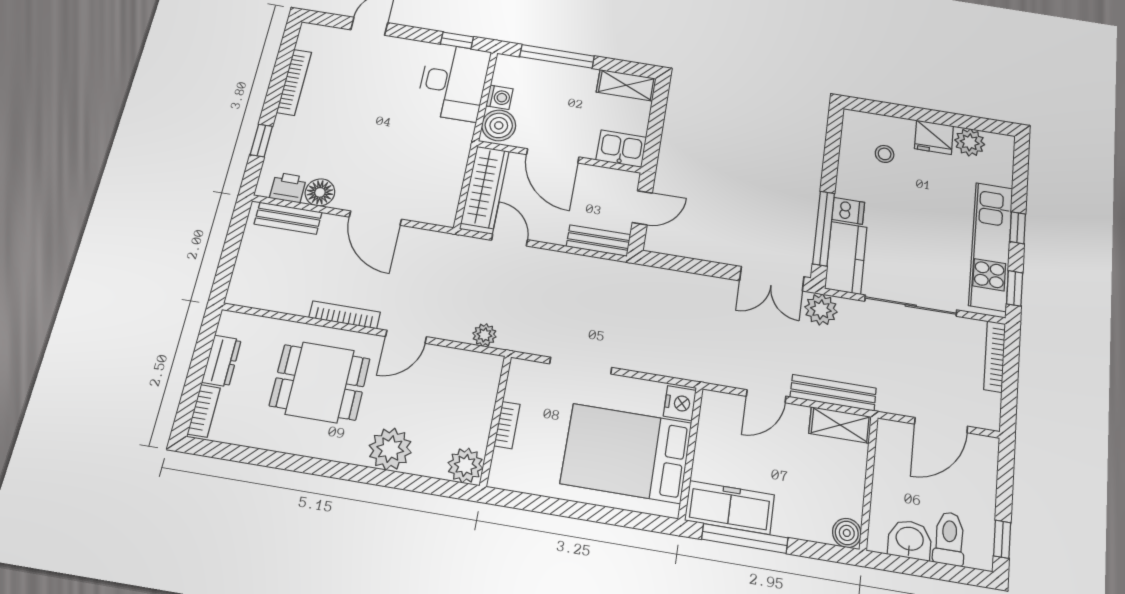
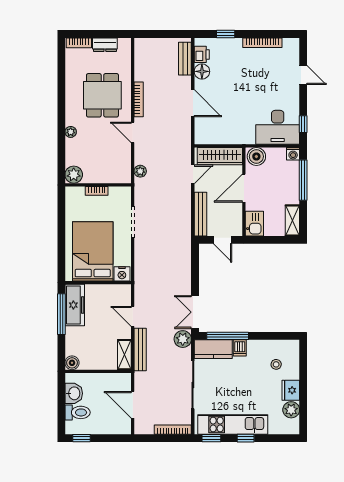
washing machine: (500, 97) -> (293, 154), moved
door: (375, 218) -> (193, 103), swing flipped
bench: (598, 241) -> (200, 214), width x1.36
plant: (390, 449) -> (71, 132), width x0.53, depth x0.53

